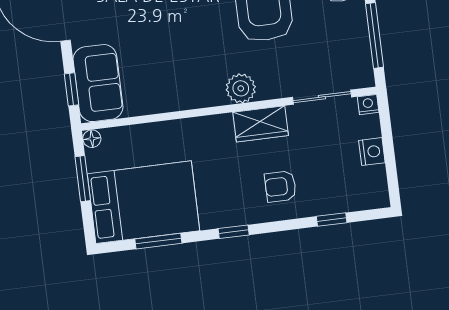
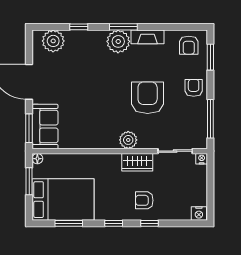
window: (72, 89) -> (29, 128), width x1.50
nightstand: (372, 152) -> (199, 213), moved, turned 90
window: (332, 220) -> (150, 223), moved

